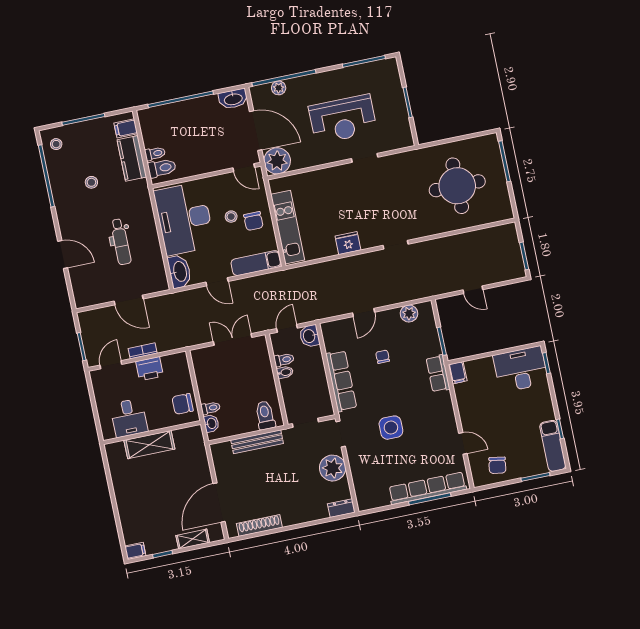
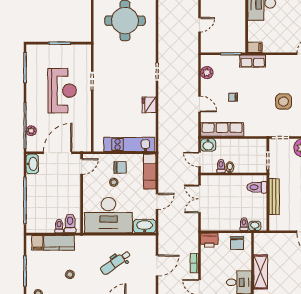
plant: (277, 161) -> (82, 142), removed
dental chair: (121, 242) -> (115, 263), turned 145
printer: (150, 369) -> (209, 240), moved, turned 90
row of seats: (341, 381) -> (222, 129), moved

